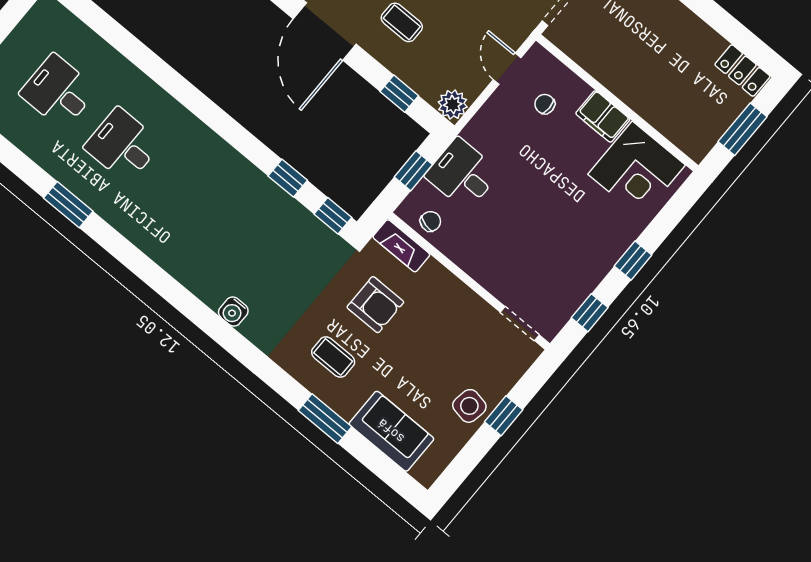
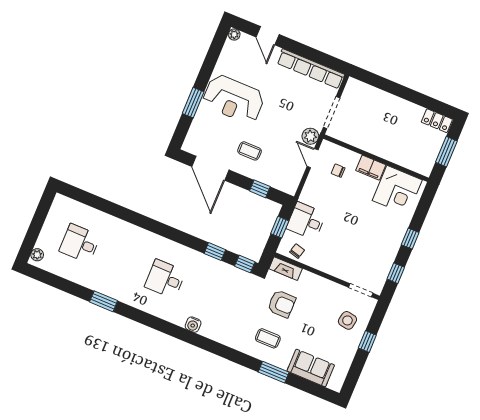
plant: (453, 105) -> (310, 136), moved
desk: (123, 145) -> (165, 279), moved
water cooler: (233, 312) -> (193, 325), moved
side table: (469, 406) -> (347, 320), moved

